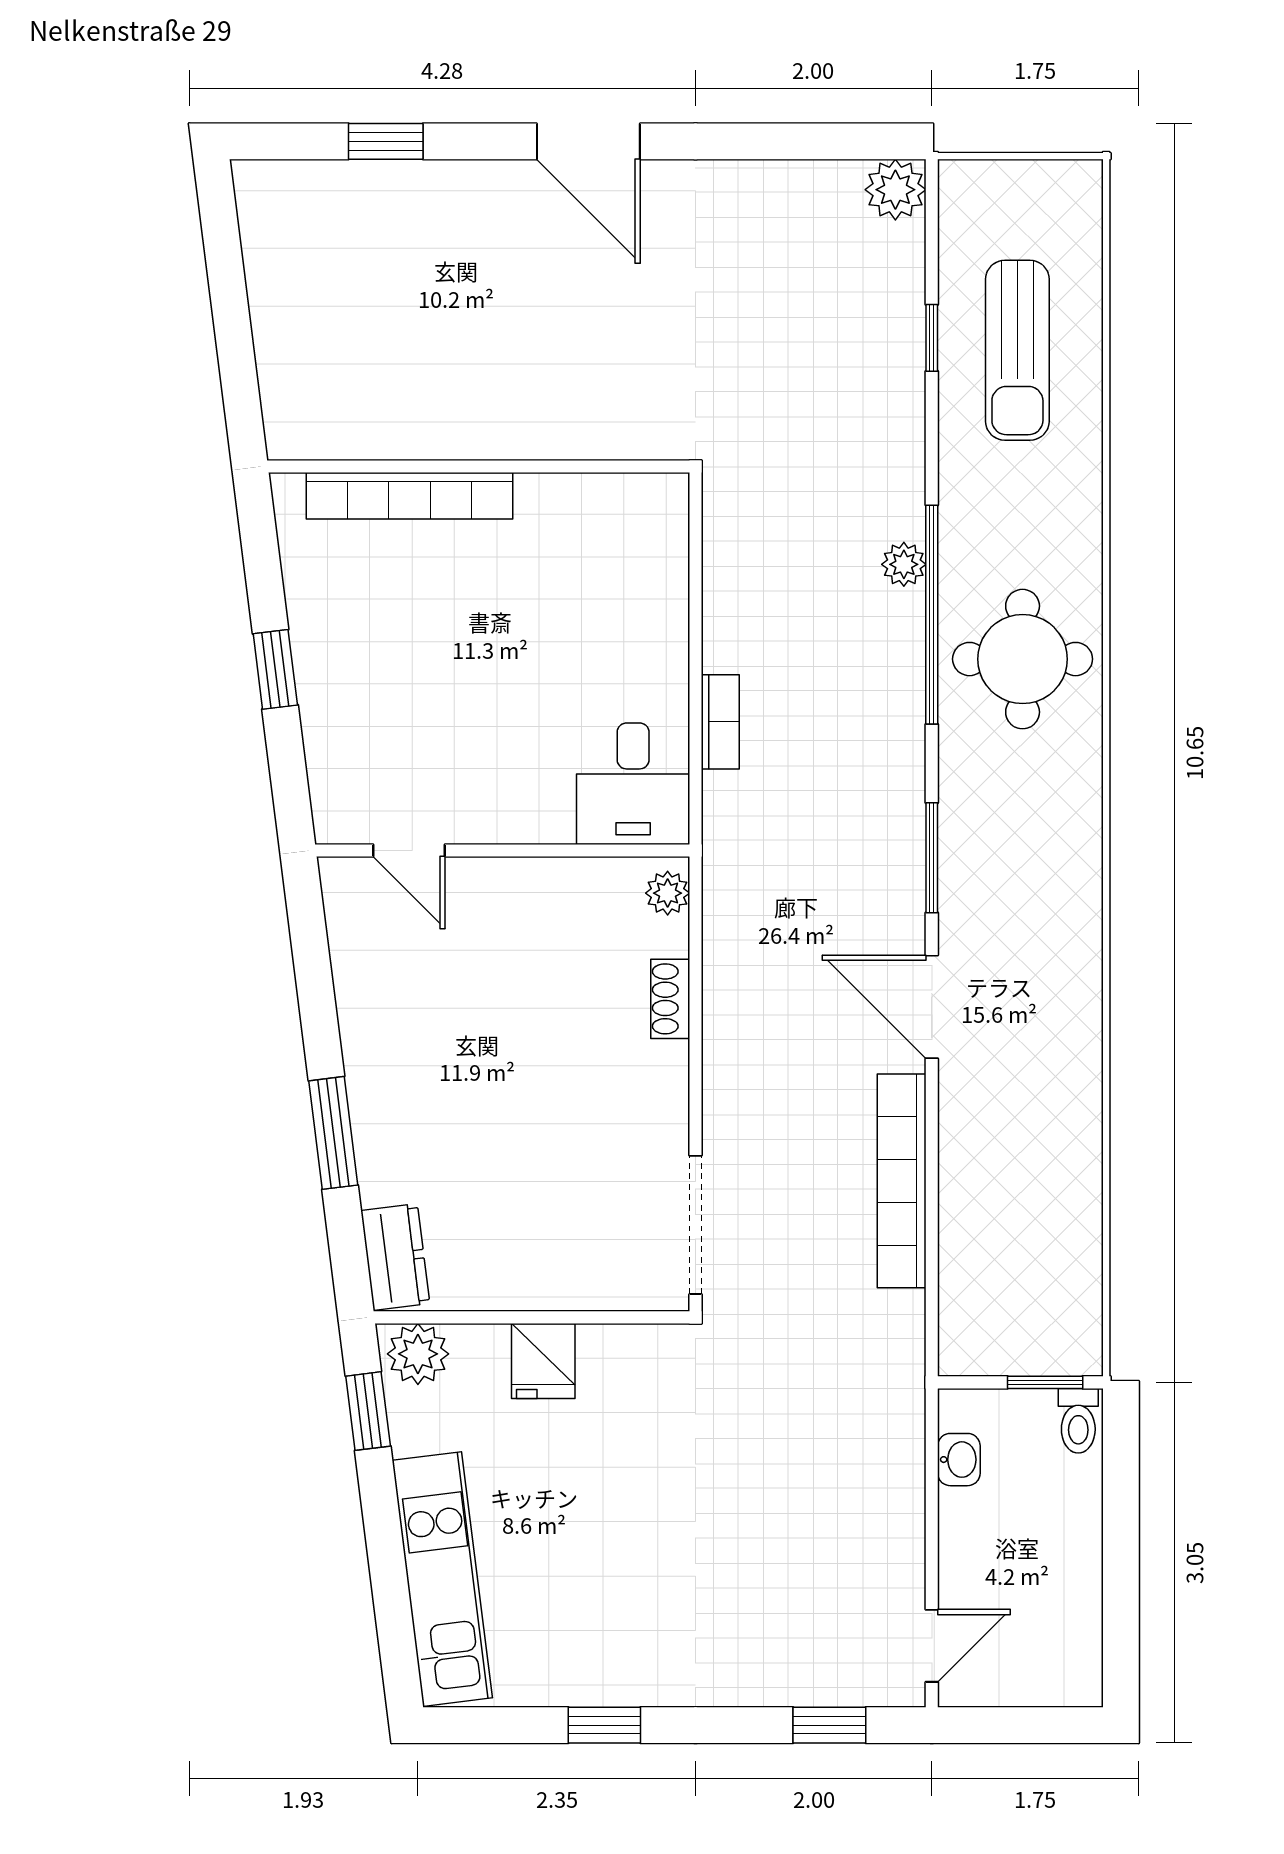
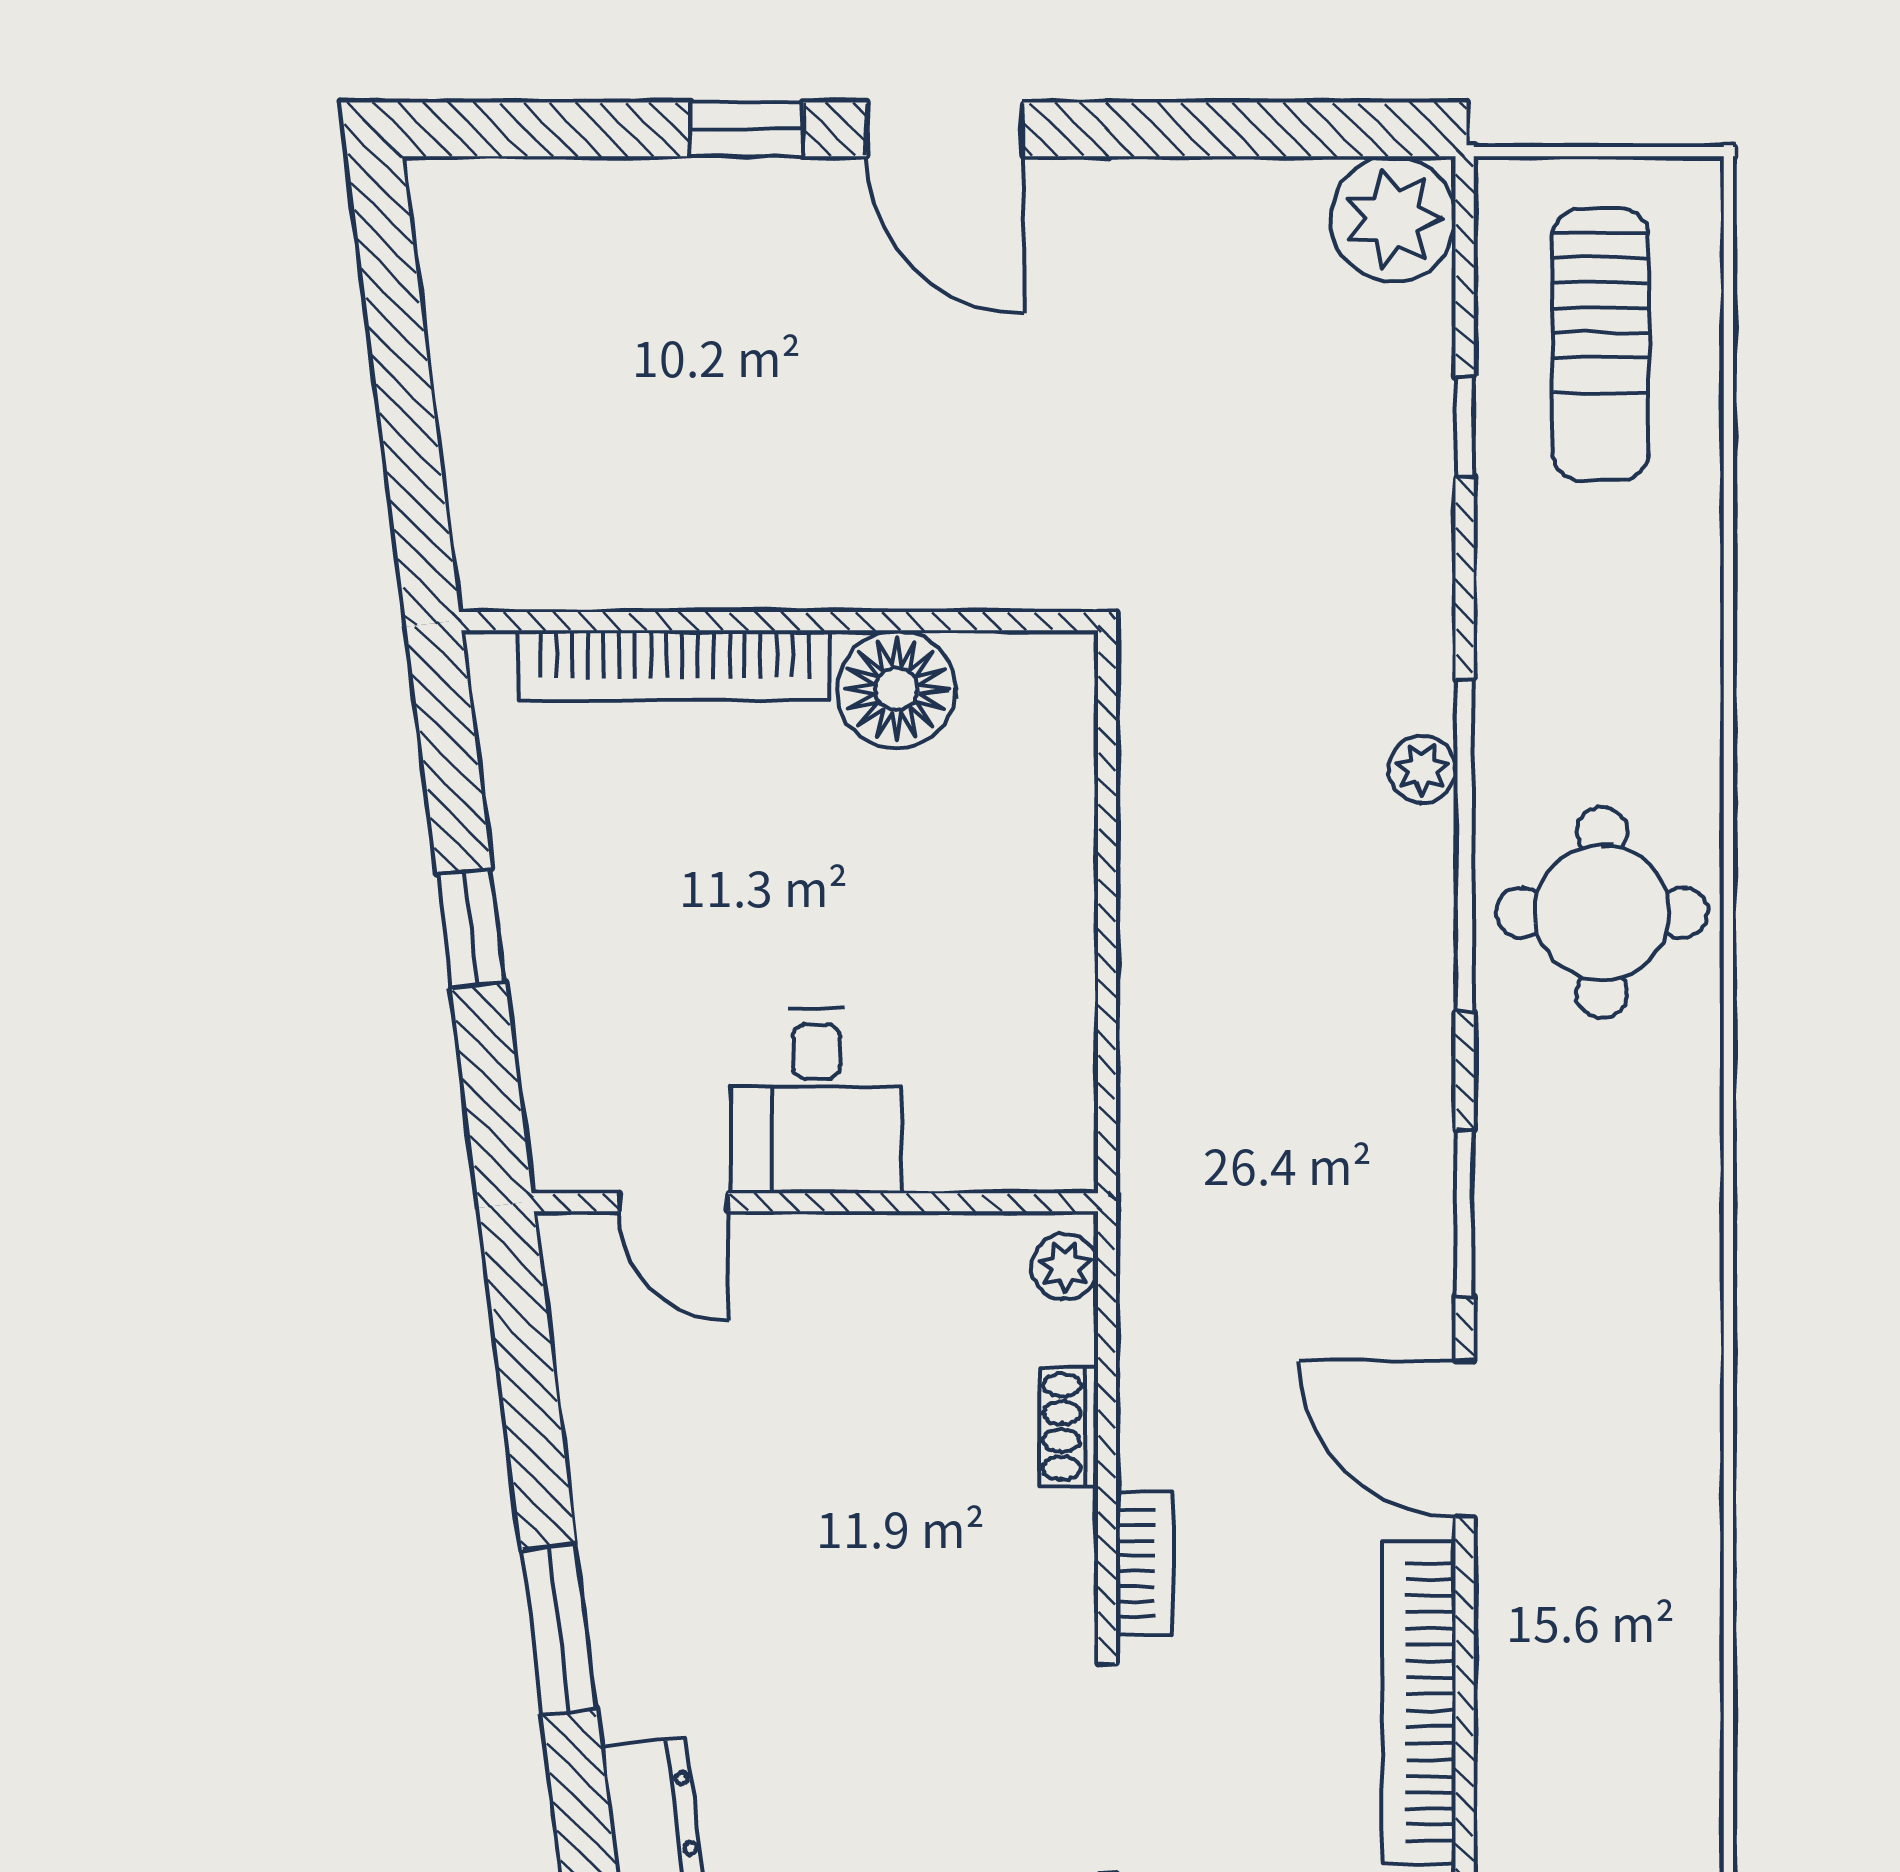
window: (386, 141) -> (747, 129), moved
plant: (895, 190) -> (1393, 219), width x1.36, depth x1.36
sun lounger: (1017, 350) -> (1600, 344), moved
floor lamp: (556, 511) -> (896, 689), added
bookcase: (720, 722) -> (1144, 1563), moved
desk: (633, 784) -> (816, 1101), moved

